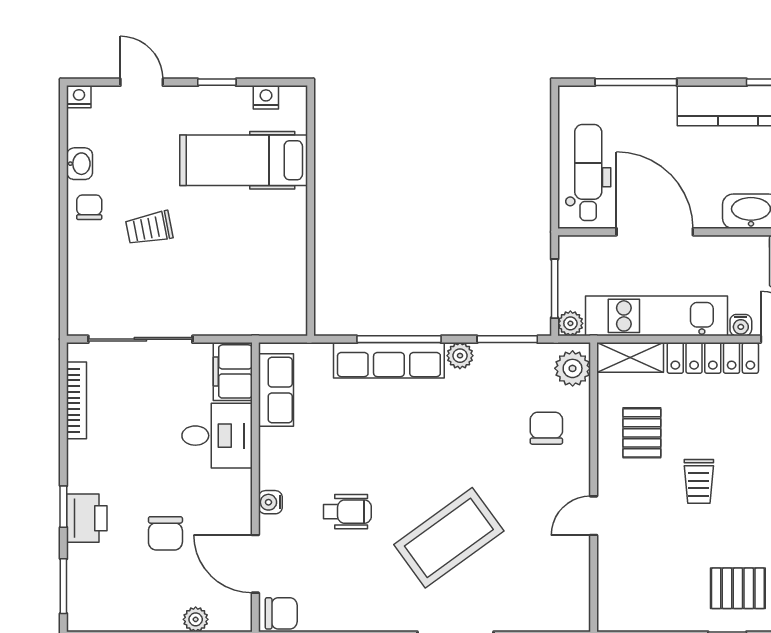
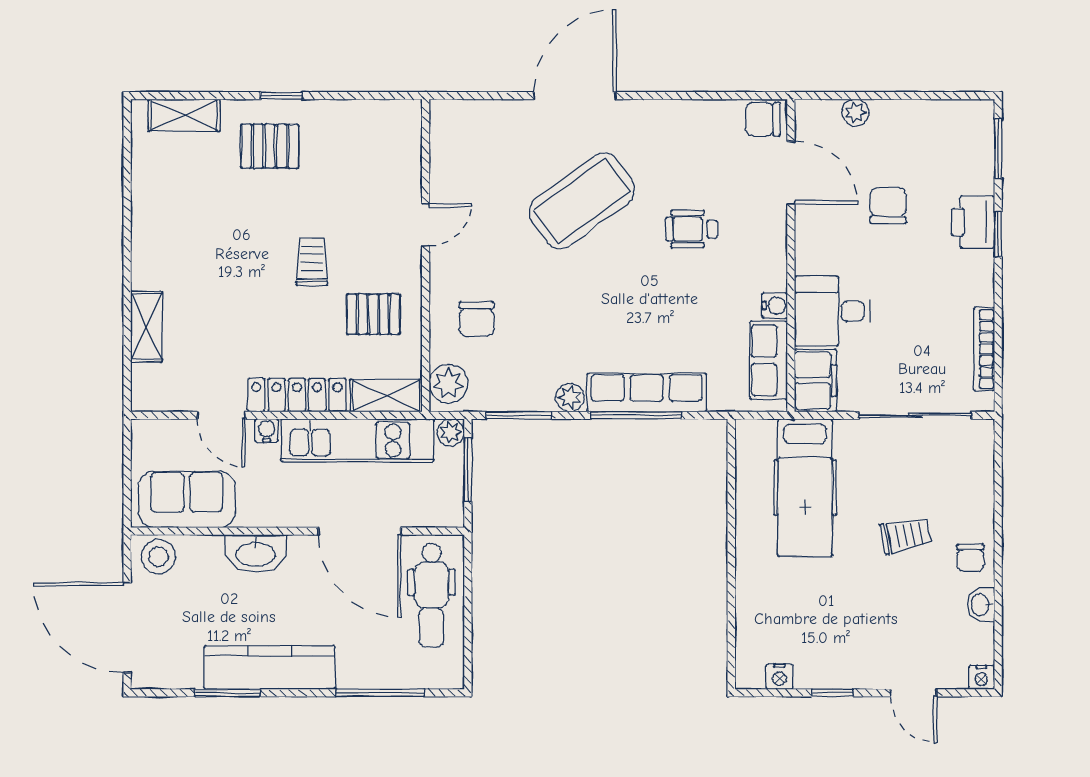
hospital bed: (244, 160) -> (805, 488), moved, turned 90
pallet: (642, 433) -> (373, 314), turned 90
water cooler: (270, 502) -> (775, 305), moved

